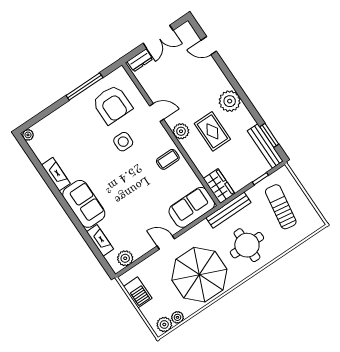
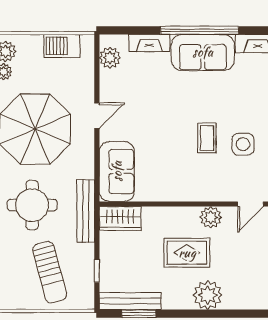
coffee table: (168, 159) -> (207, 138), moved
sun lounger: (281, 207) -> (50, 272), turned 66
window: (72, 215) -> (200, 30), added

